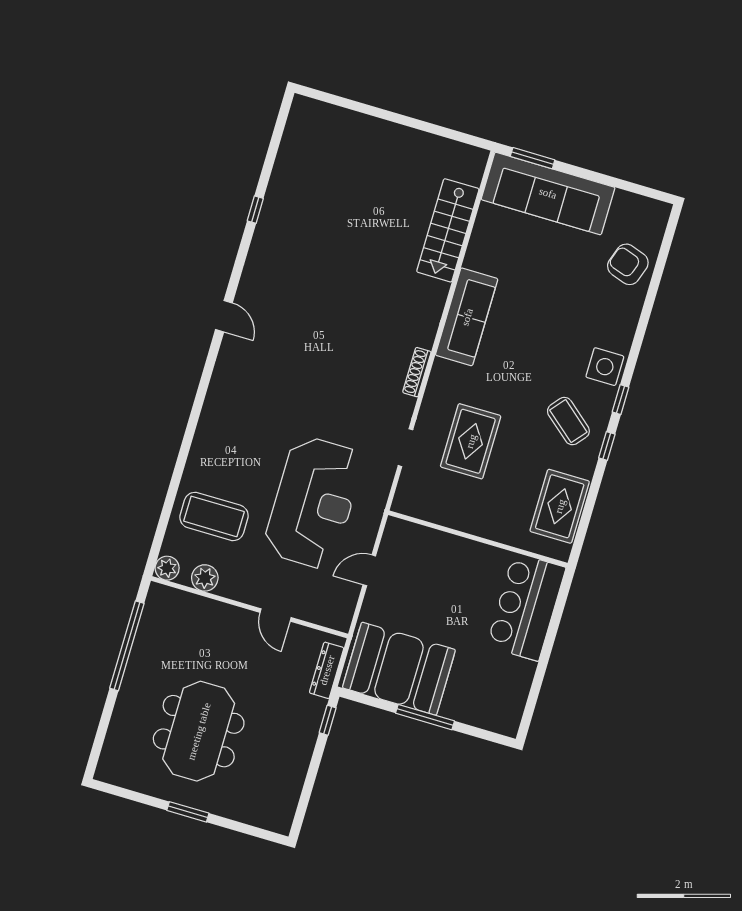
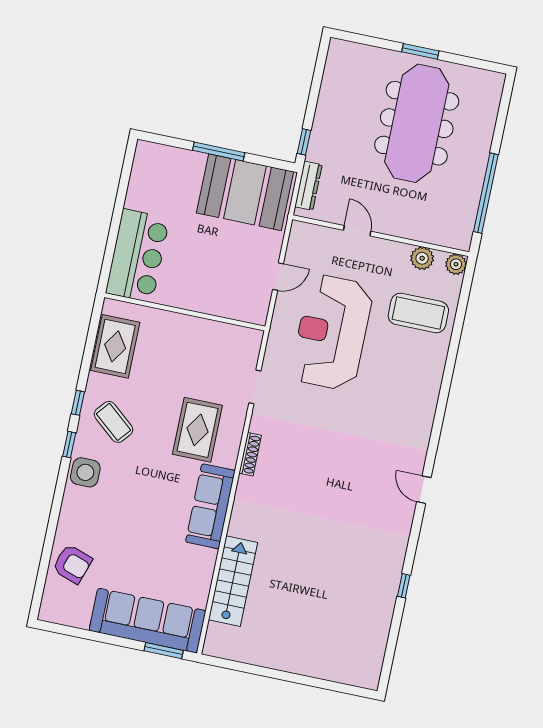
rug: (471, 441) -> (197, 430), moved
meeting table: (199, 731) -> (417, 123), width x1.36

